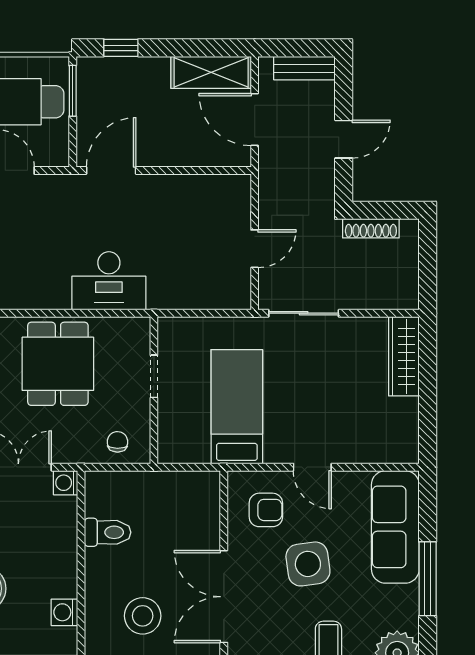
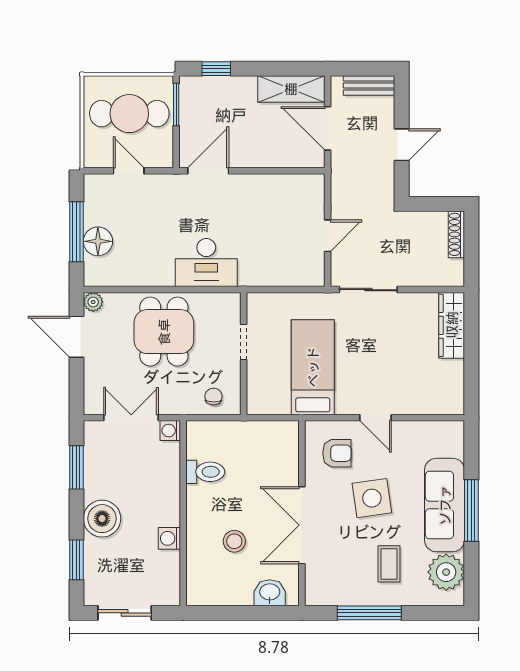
shoe rack: (371, 228) -> (456, 234), moved, turned 90
sofa: (395, 527) -> (445, 505), moved
stool: (143, 616) -> (234, 541), width x0.73, depth x0.73

